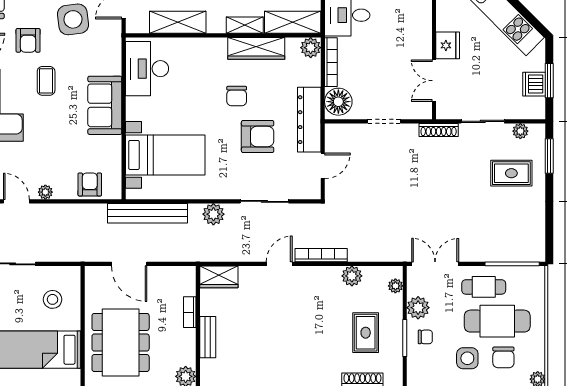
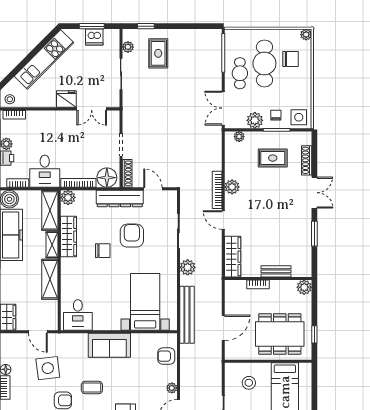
shelving: (178, 22) -> (50, 279), moved
desk: (147, 69) -> (78, 315), width x0.73
shoe rack: (439, 130) -> (127, 173), moved
window: (549, 156) -> (146, 26), width x0.67
plant: (352, 276) -> (232, 187), moved
wardrobe: (219, 277) -> (233, 257), width x1.50
side table: (467, 358) -> (299, 117), moved

